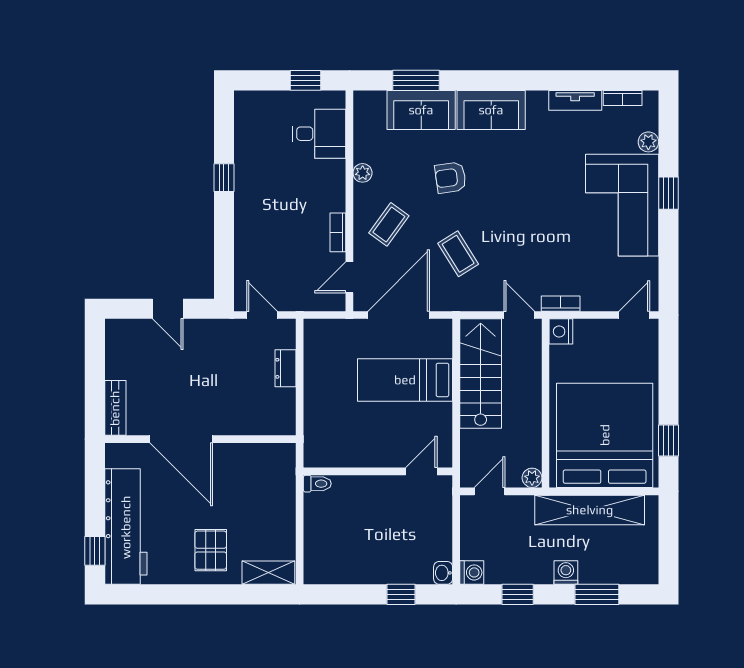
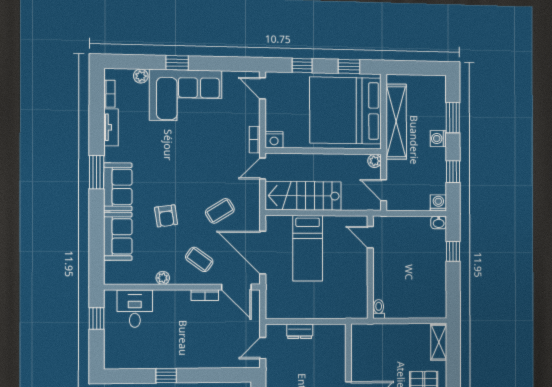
window: (416, 80) -> (97, 172), moved
door: (349, 277) -> (236, 287), width x1.38
window: (668, 372) -> (302, 66), added

